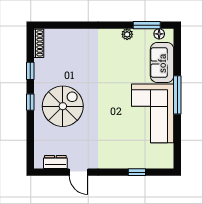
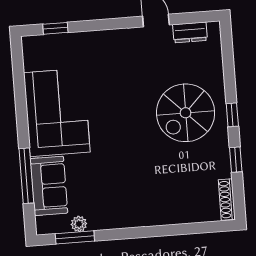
plant: (127, 34) -> (79, 224), moved
floor lamp: (159, 34) -> (56, 226), removed
window: (177, 95) -> (26, 176), moved
window: (137, 172) -> (55, 28), moved

